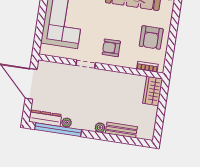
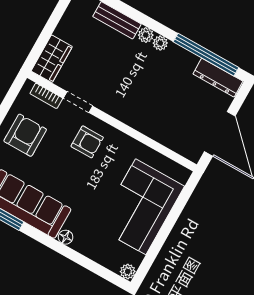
doorway: (86, 64) -> (78, 102), moved
plant: (67, 123) -> (160, 43), moved

